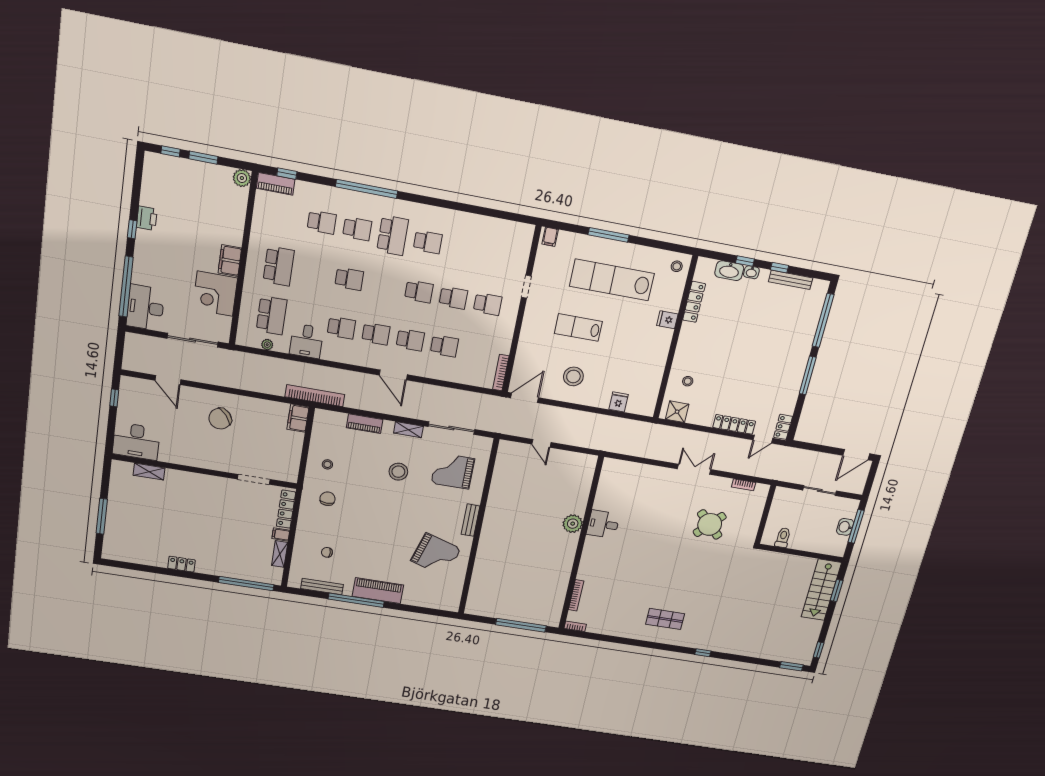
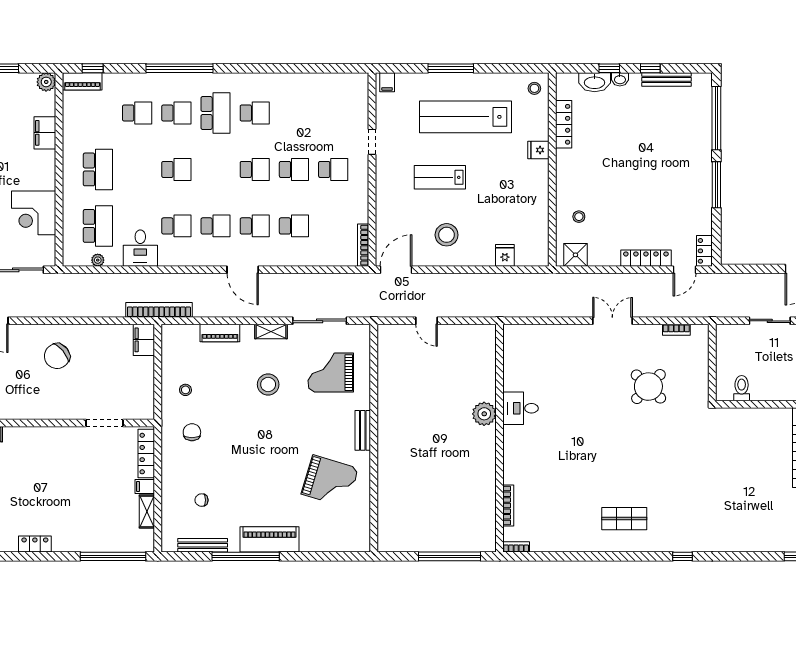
filing cabinet: (230, 261) -> (45, 133), moved

